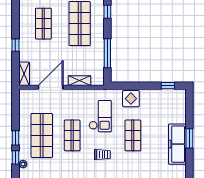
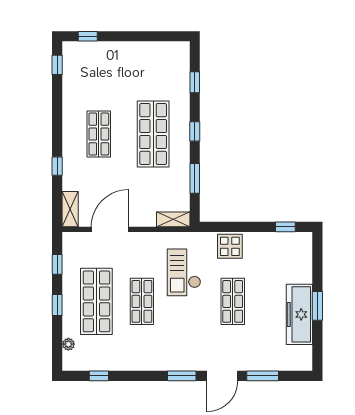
window: (107, 12) -> (195, 131), moved
window: (107, 53) -> (195, 178), width x0.69
shelving: (79, 81) -> (173, 219), moved
checkout: (100, 116) -> (184, 272), turned 180
trolley: (102, 155) -> (187, 330), removed
window: (15, 157) -> (57, 264), moved

